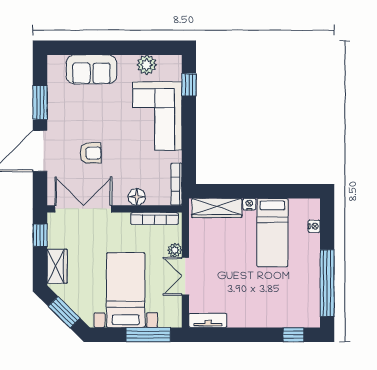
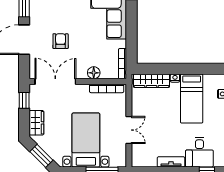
armchair: (91, 153) -> (61, 41), turned -90
plant: (175, 250) -> (121, 111), removed
double door: (185, 276) -> (129, 130), swing flipped
desk: (283, 307) -> (199, 152), added
tv unit: (208, 320) -> (171, 162), moved

